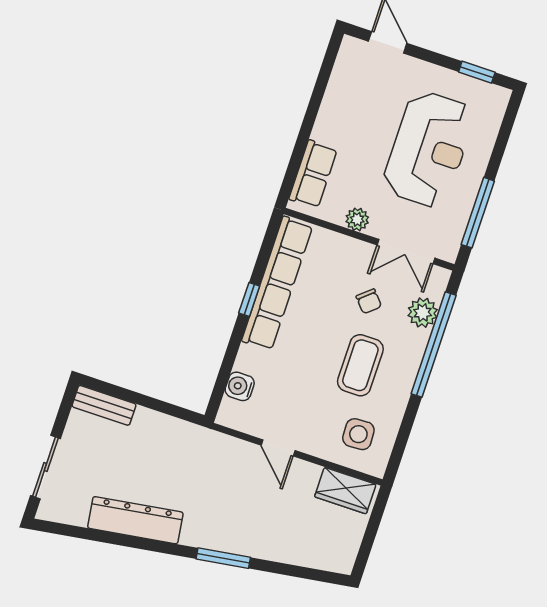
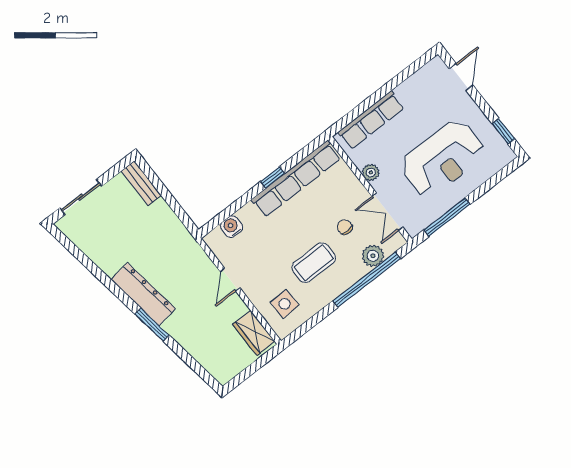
row of seats: (313, 174) -> (371, 120), width x1.48
chair: (369, 301) -> (345, 227), turned 131
dresser: (135, 520) -> (143, 294), moved

